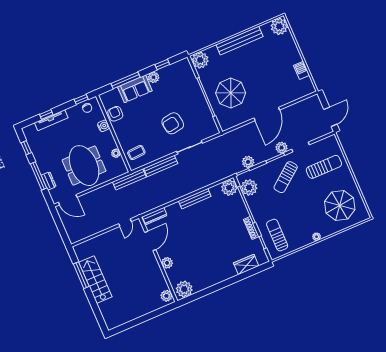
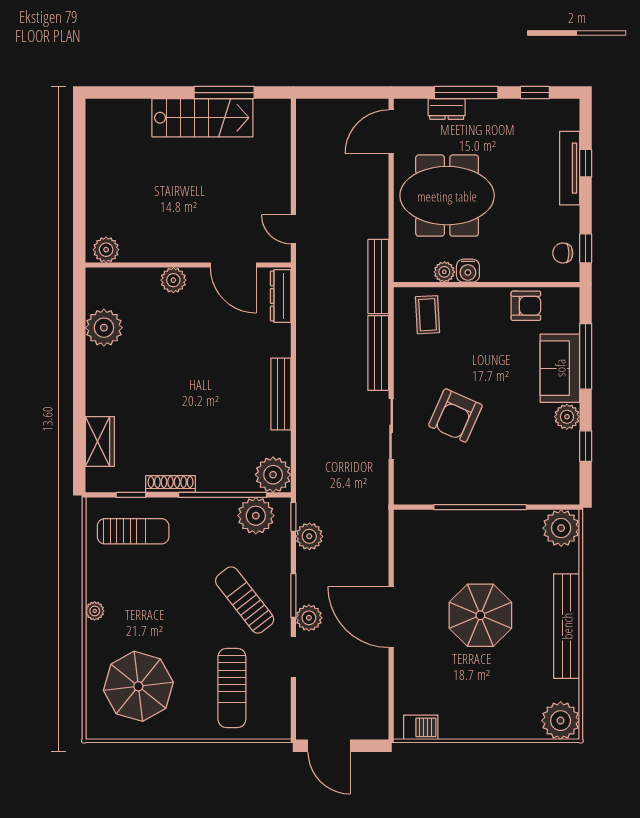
barbecue: (302, 70) -> (421, 727), moved
parasol: (231, 93) -> (480, 615), moved
armchair: (173, 123) -> (455, 415), turned -147
water cooler: (103, 126) -> (468, 271), moved
plant: (184, 289) -> (104, 328), moved

